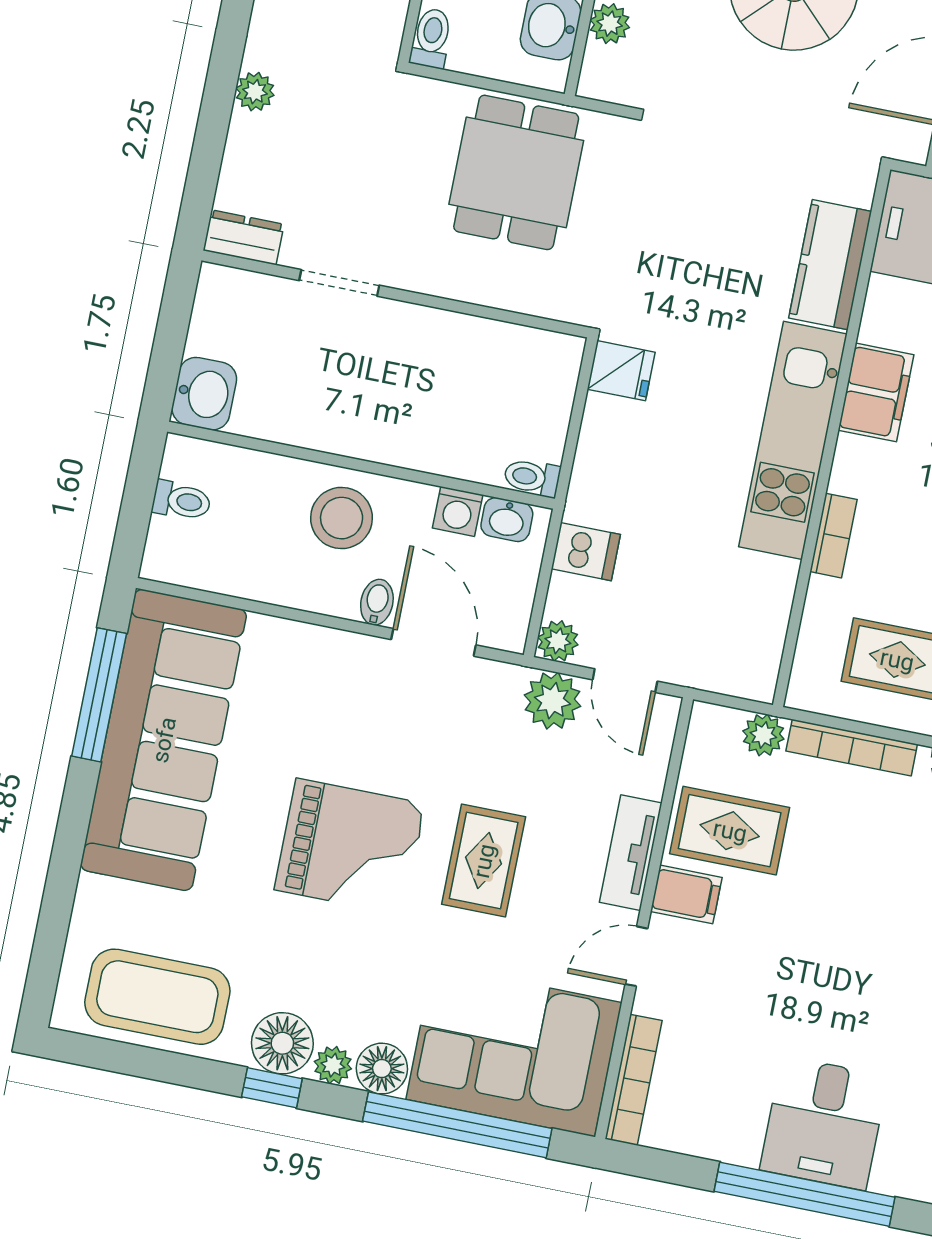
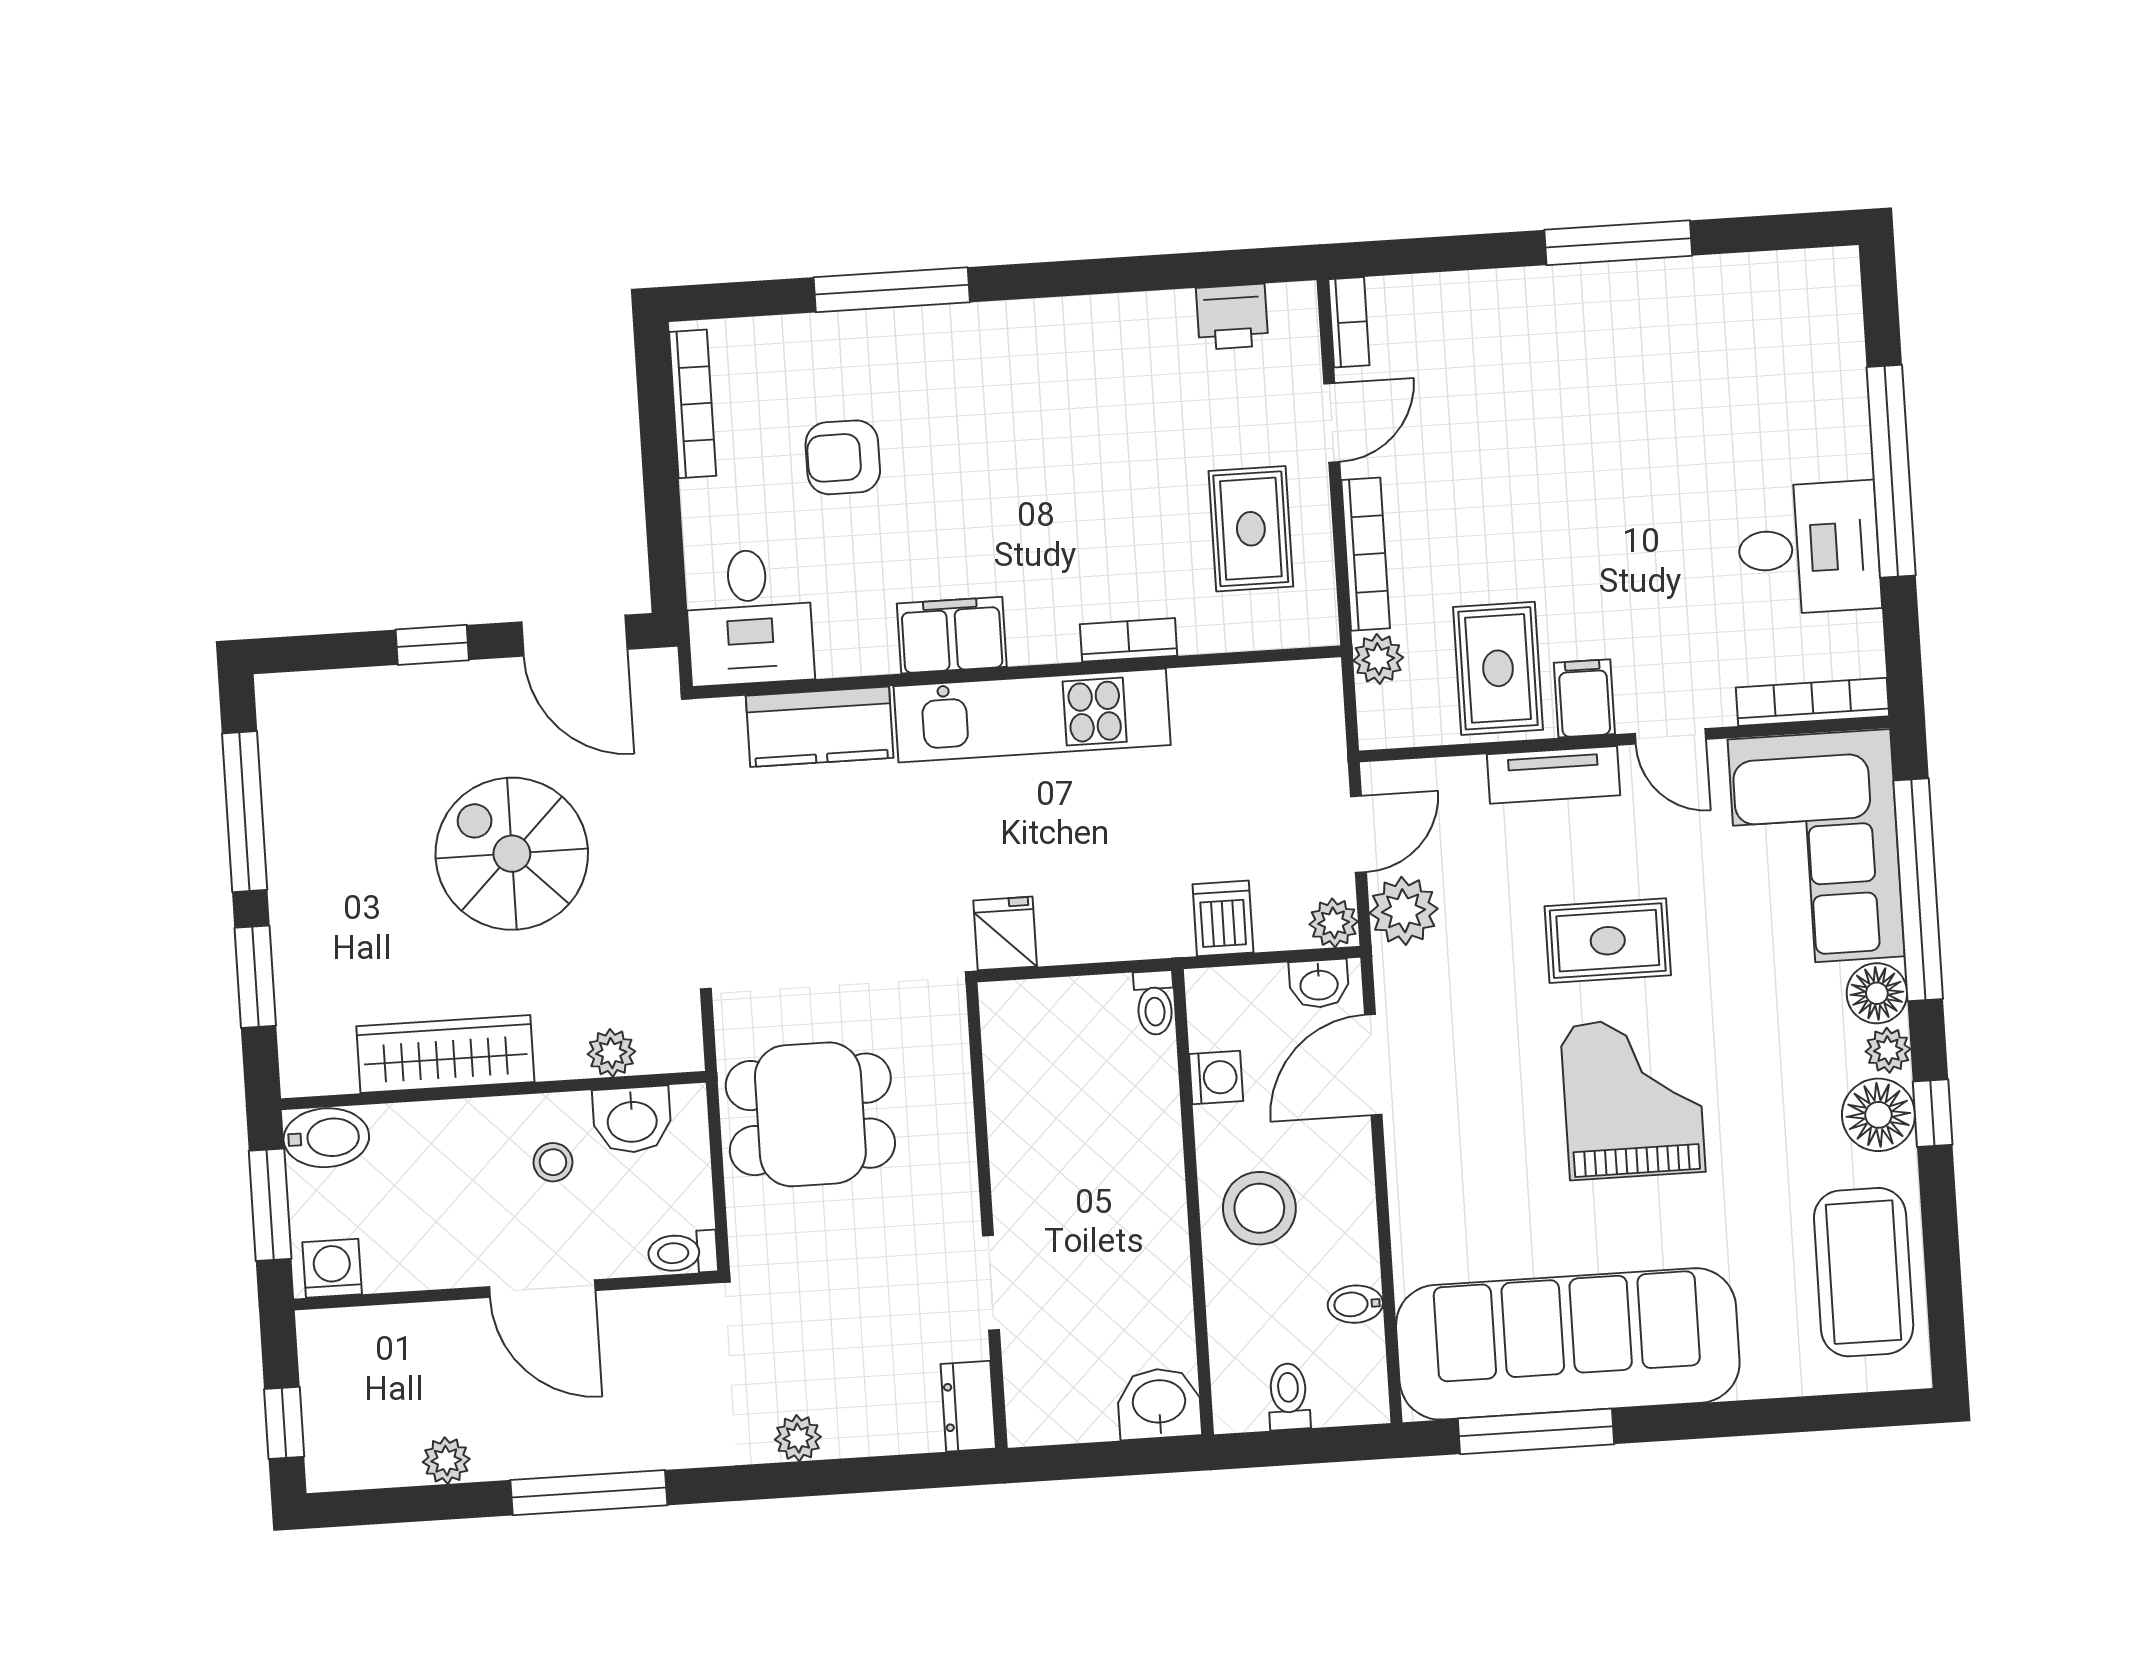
washbasin: (507, 520) -> (1319, 984), moved, turned 90
bidet: (377, 602) -> (1355, 1304), moved
desk: (824, 1123) -> (1809, 548), moved

